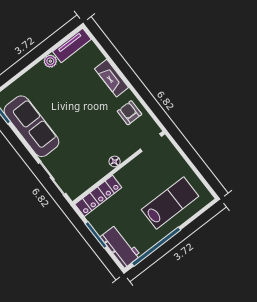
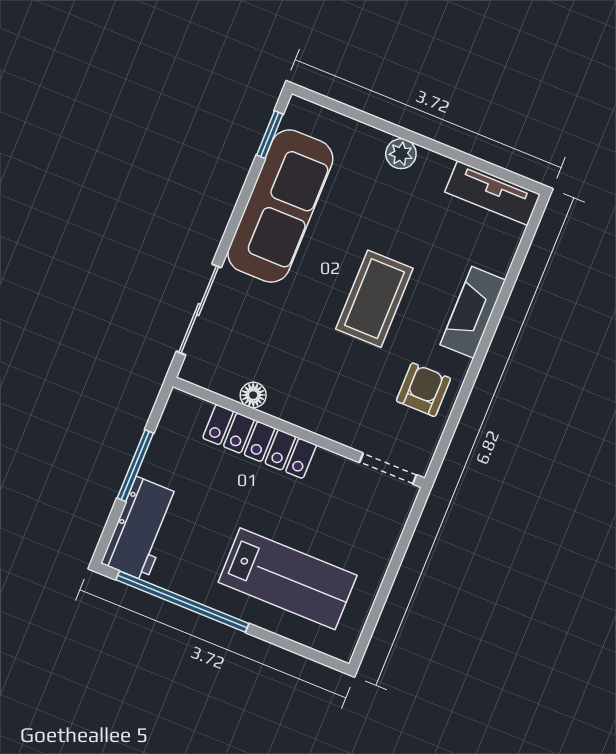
plant: (50, 61) -> (401, 154), moved
coffee table: (86, 111) -> (374, 299), added
floor lamp: (115, 161) -> (253, 395), moved
locker: (98, 196) -> (260, 441), moved

